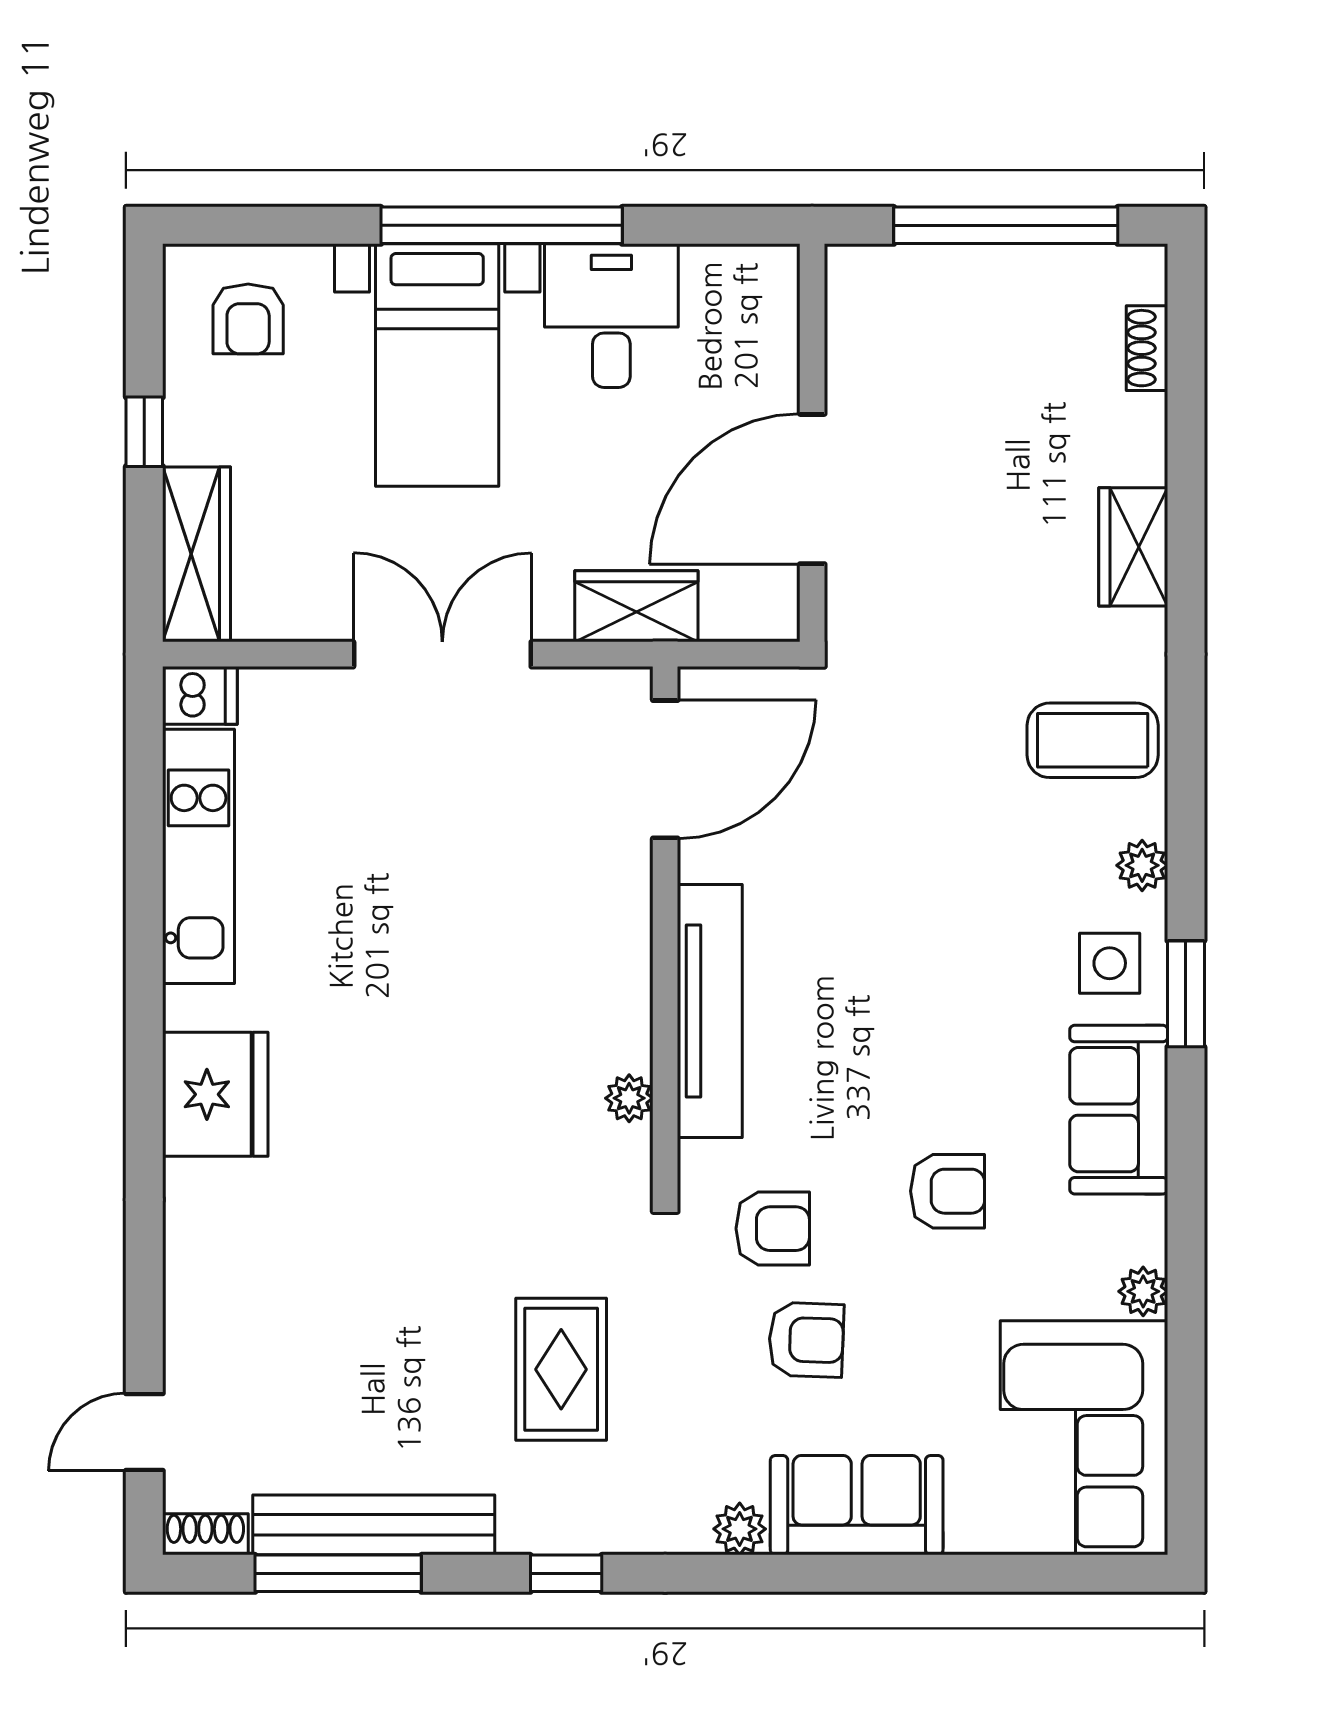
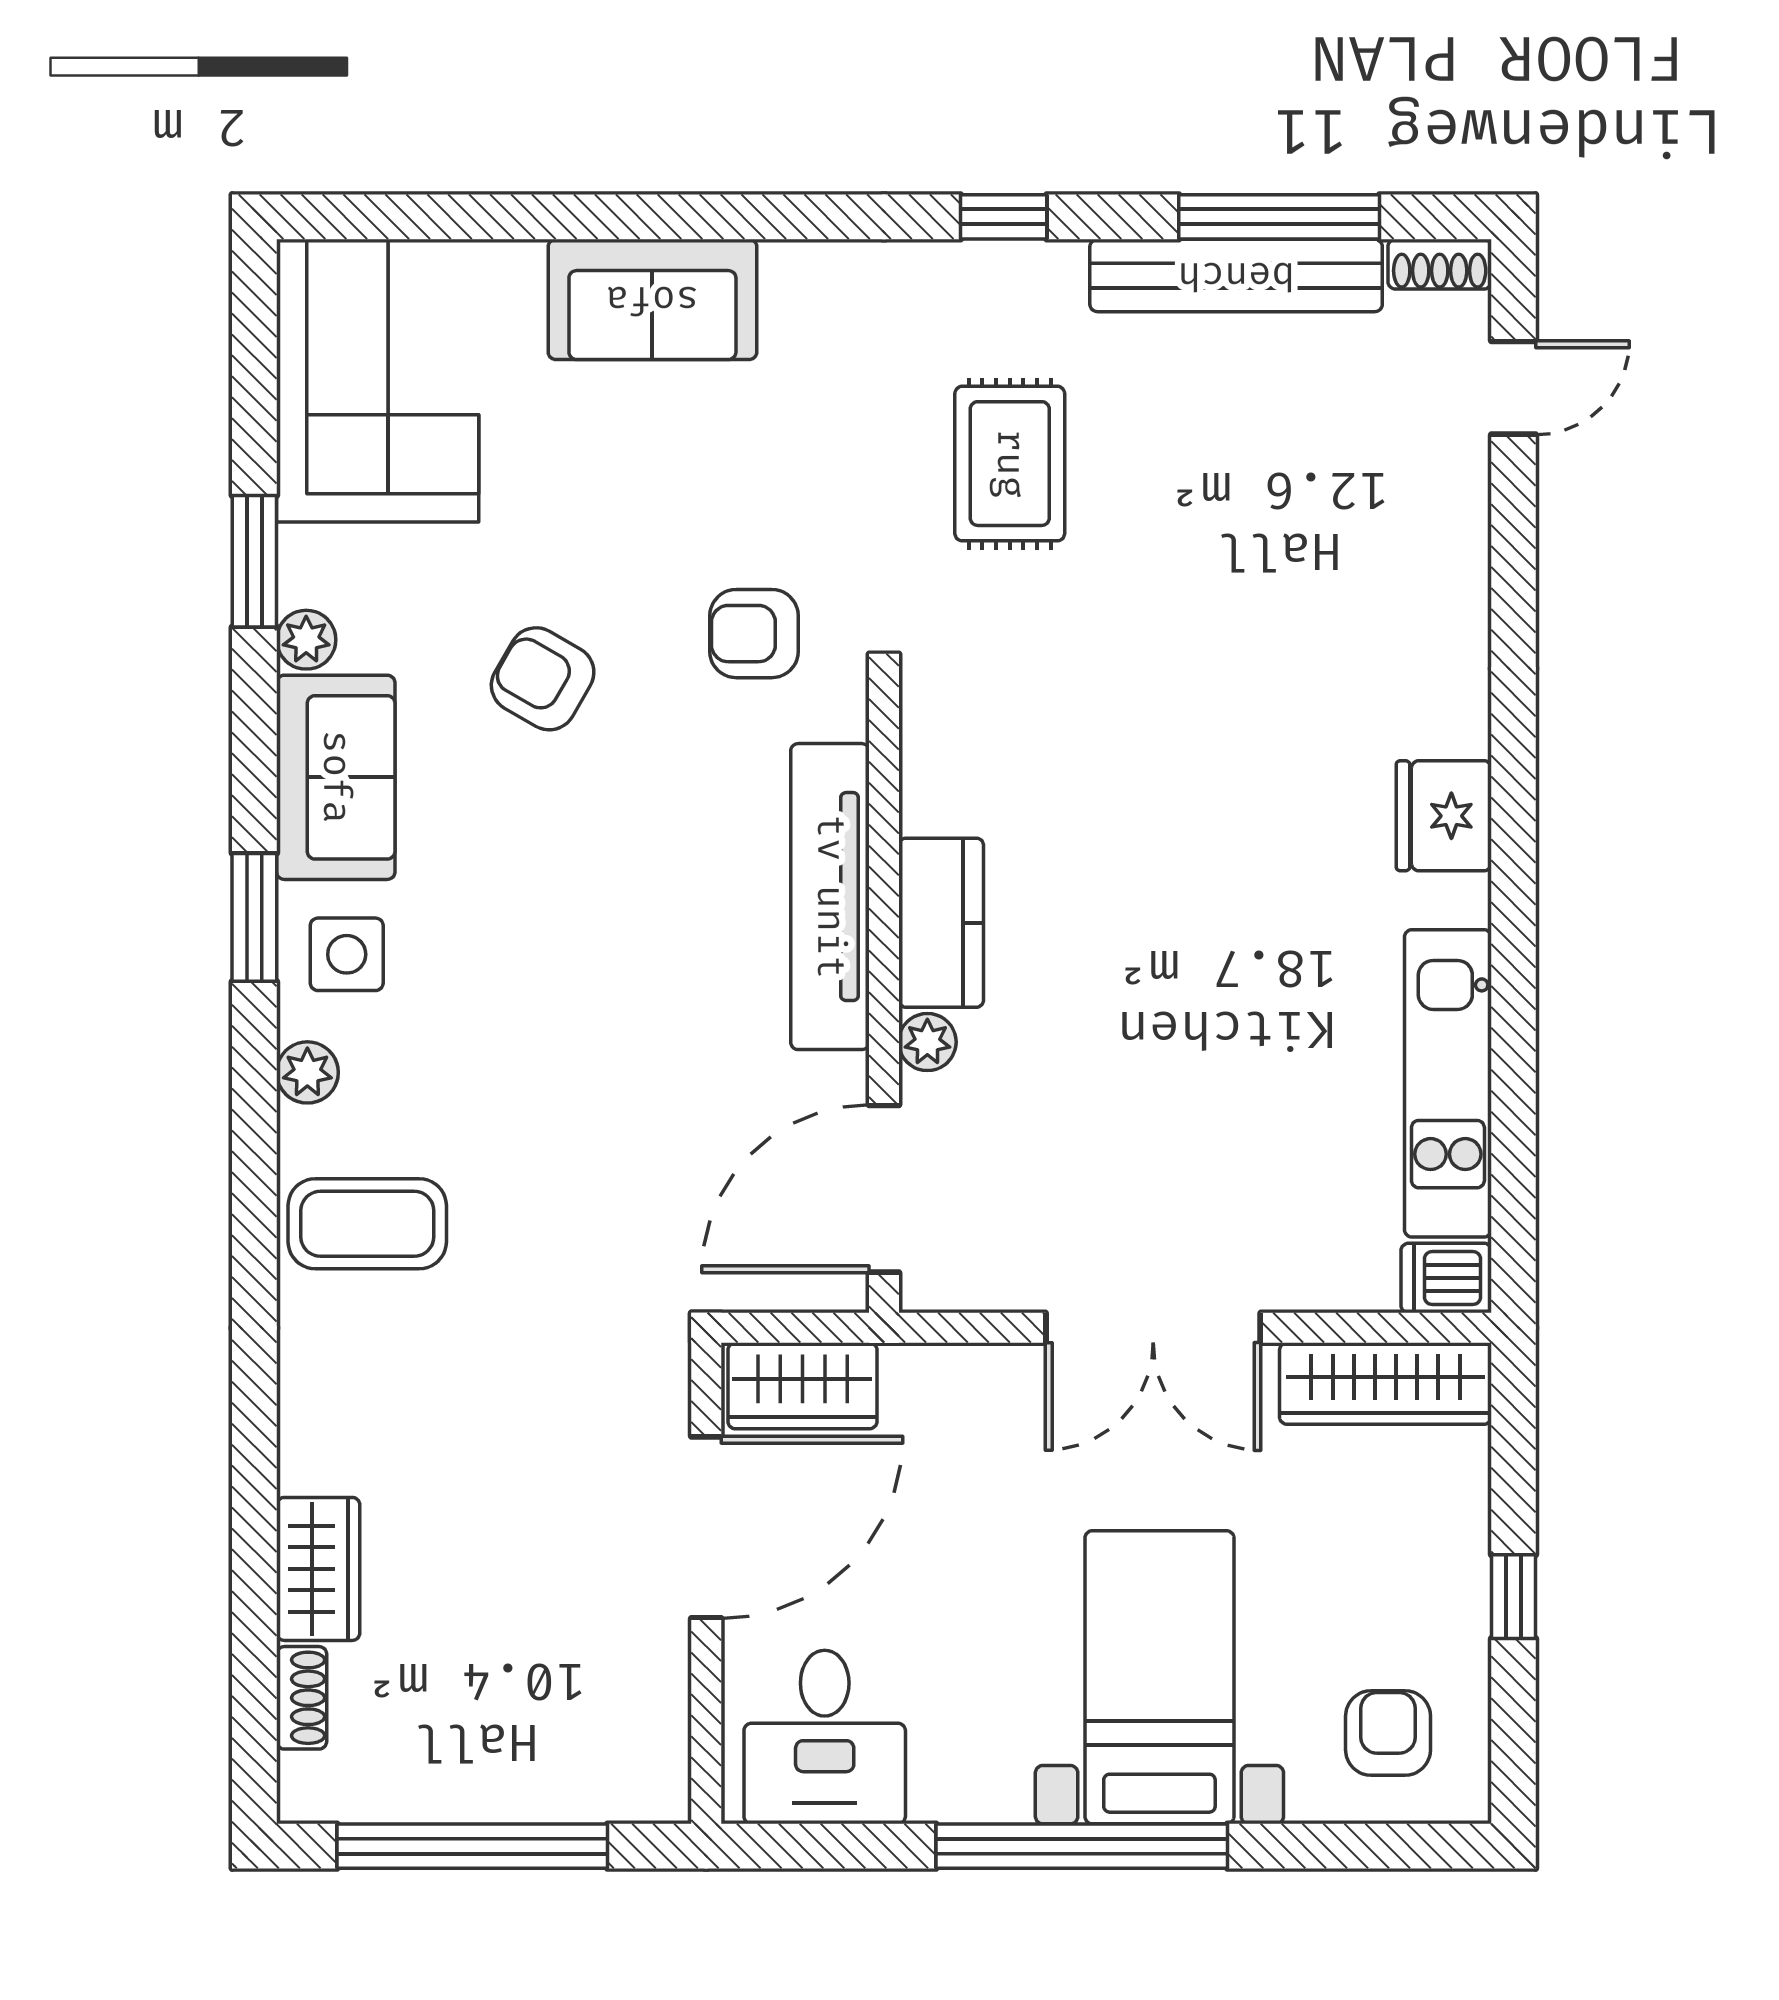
desk: (611, 316) -> (825, 1737), moved
wardrobe: (1133, 547) -> (318, 1569), moved
wardrobe: (197, 554) -> (1385, 1384), moved, turned -90
wardrobe: (636, 606) -> (802, 1386), moved
kitchen counter: (618, 989) -> (941, 923), added
fridge: (215, 1094) -> (1444, 816), width x0.73, depth x0.75
plant: (629, 1098) -> (927, 1042), moved
armchair: (948, 1191) -> (543, 679), turned 30
window: (1186, 1288) -> (254, 561), added
plant: (1143, 1291) -> (306, 640), moved
armchair: (806, 1340) -> (713, 499), removed
plant: (740, 1529) -> (794, 271), removed

